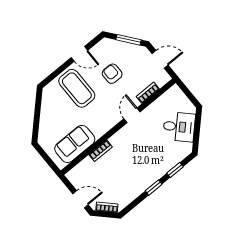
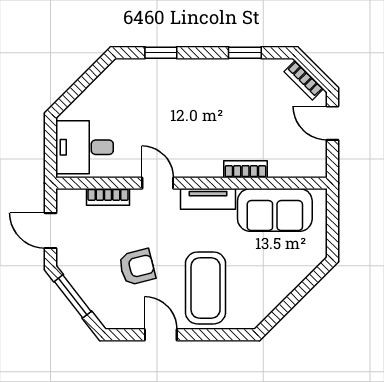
armchair: (112, 74) -> (137, 267), turned -104
door: (132, 115) -> (158, 183), swing flipped
tv unit: (106, 126) -> (208, 199), added
desk: (179, 127) -> (85, 147), moved, turned -45
window: (154, 188) -> (245, 53), moved

